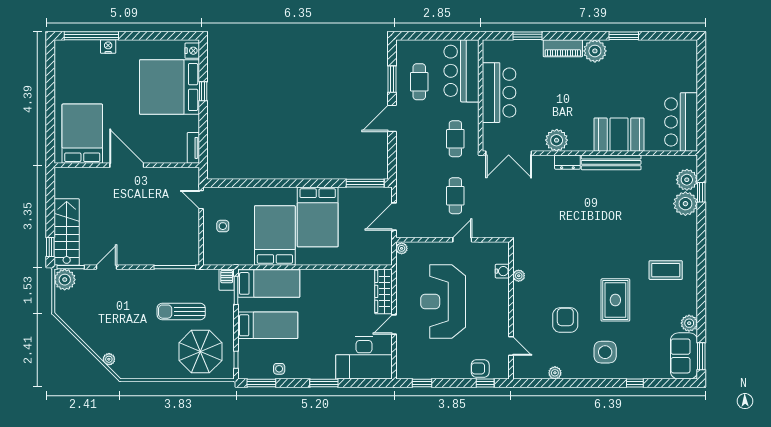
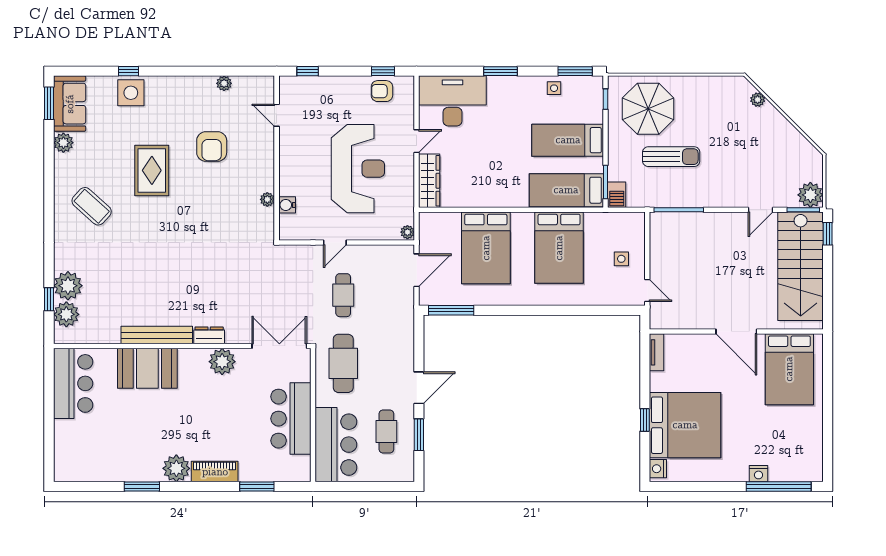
cafe table: (455, 139) -> (343, 363), width x1.37, depth x1.35
bed: (318, 217) -> (486, 248), moved, turned 180
stairs: (67, 232) -> (801, 266), width x1.36, depth x1.51
coffee table: (666, 270) -> (92, 206), turned 42
side table: (605, 352) -> (131, 93), moved
armchair: (480, 368) -> (382, 91), moved, turned 180

